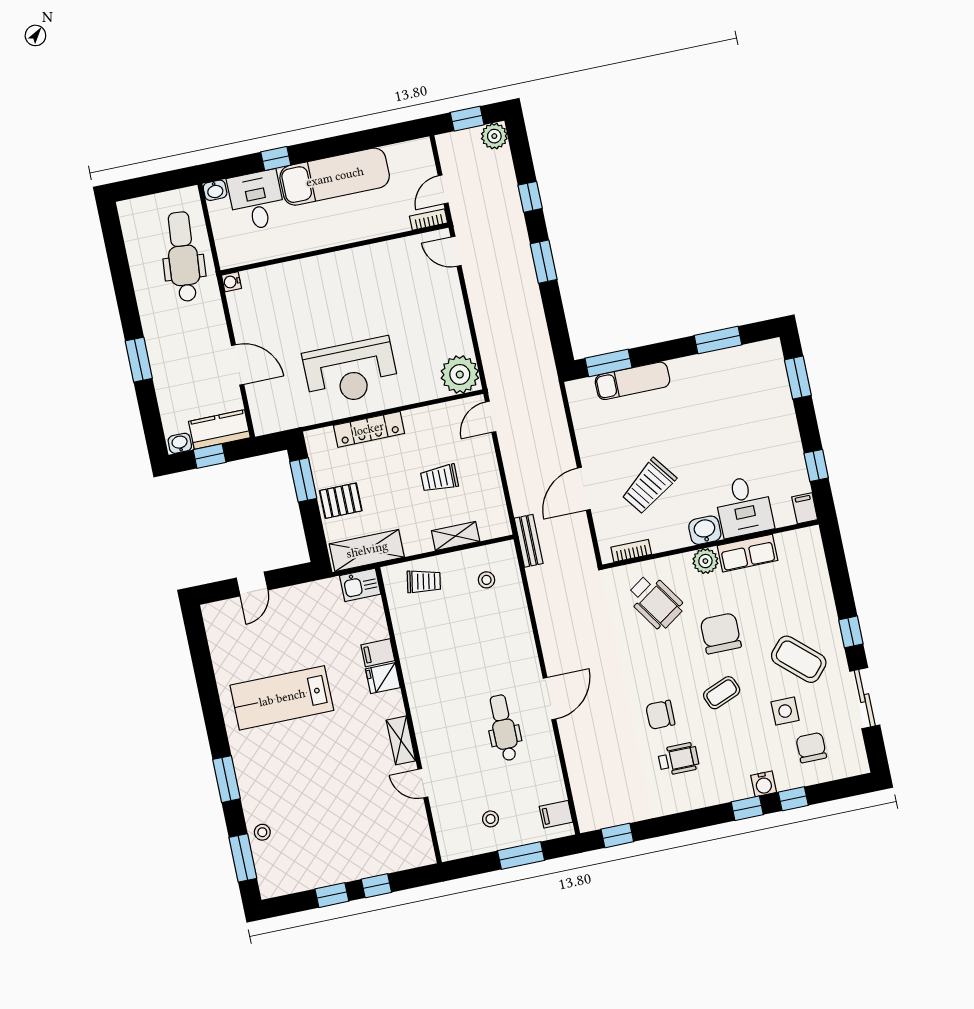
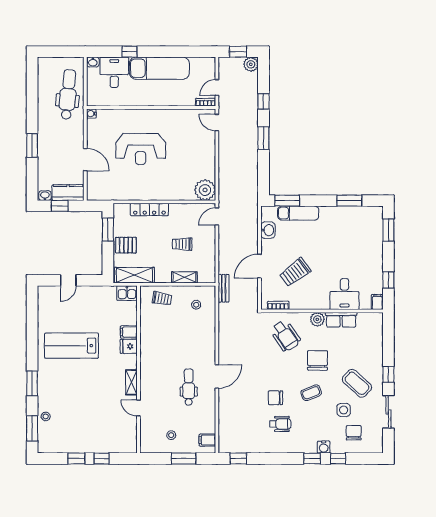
reception desk: (351, 372) -> (141, 149), moved
washbasin: (705, 530) -> (268, 230), moved, turned 90

